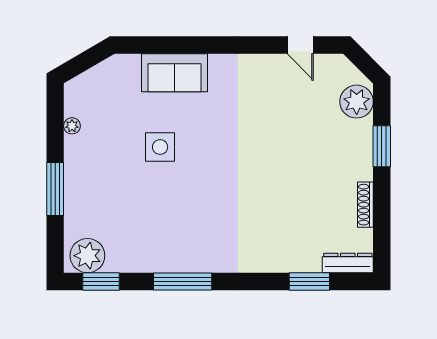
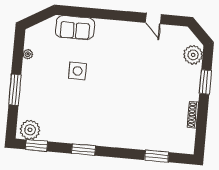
door: (300, 45) -> (153, 19), moved
sofa: (174, 73) -> (75, 28), moved
dresser: (348, 263) -> (180, 147), removed
window: (183, 281) -> (84, 150), width x0.69

